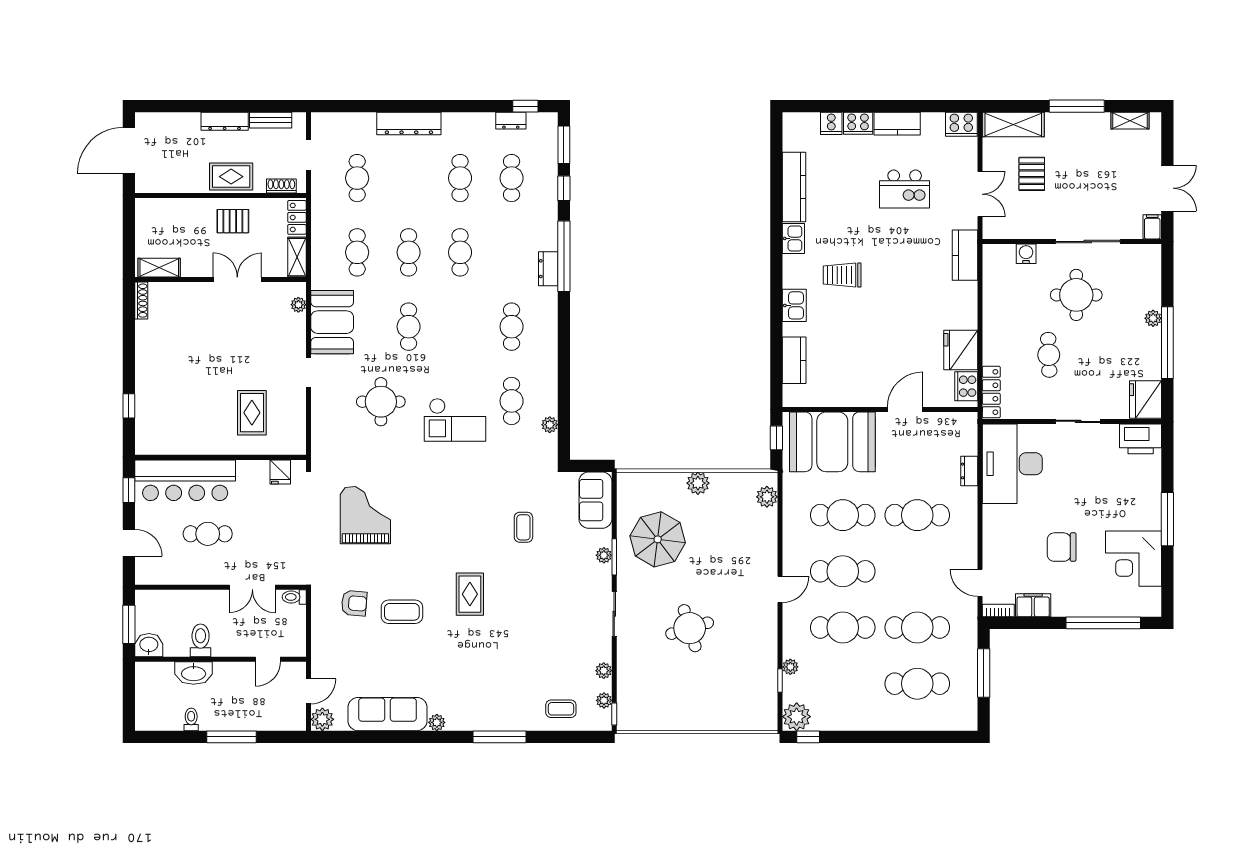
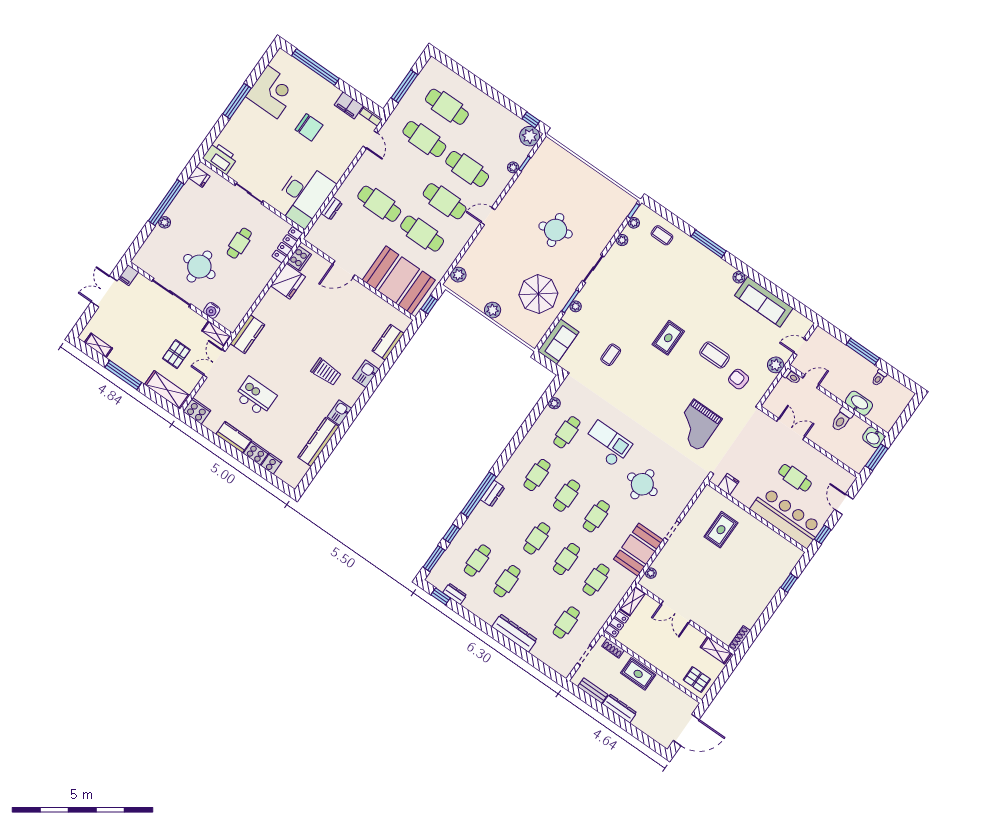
pallet: (233, 221) -> (697, 680), moved
shelving: (1002, 230) -> (216, 334), added
cafe table: (460, 327) -> (567, 496), added
fridge: (1145, 399) -> (199, 177), width x0.53, depth x0.75
toilet: (294, 597) -> (792, 376), moved
plant: (322, 719) -> (776, 365), moved

